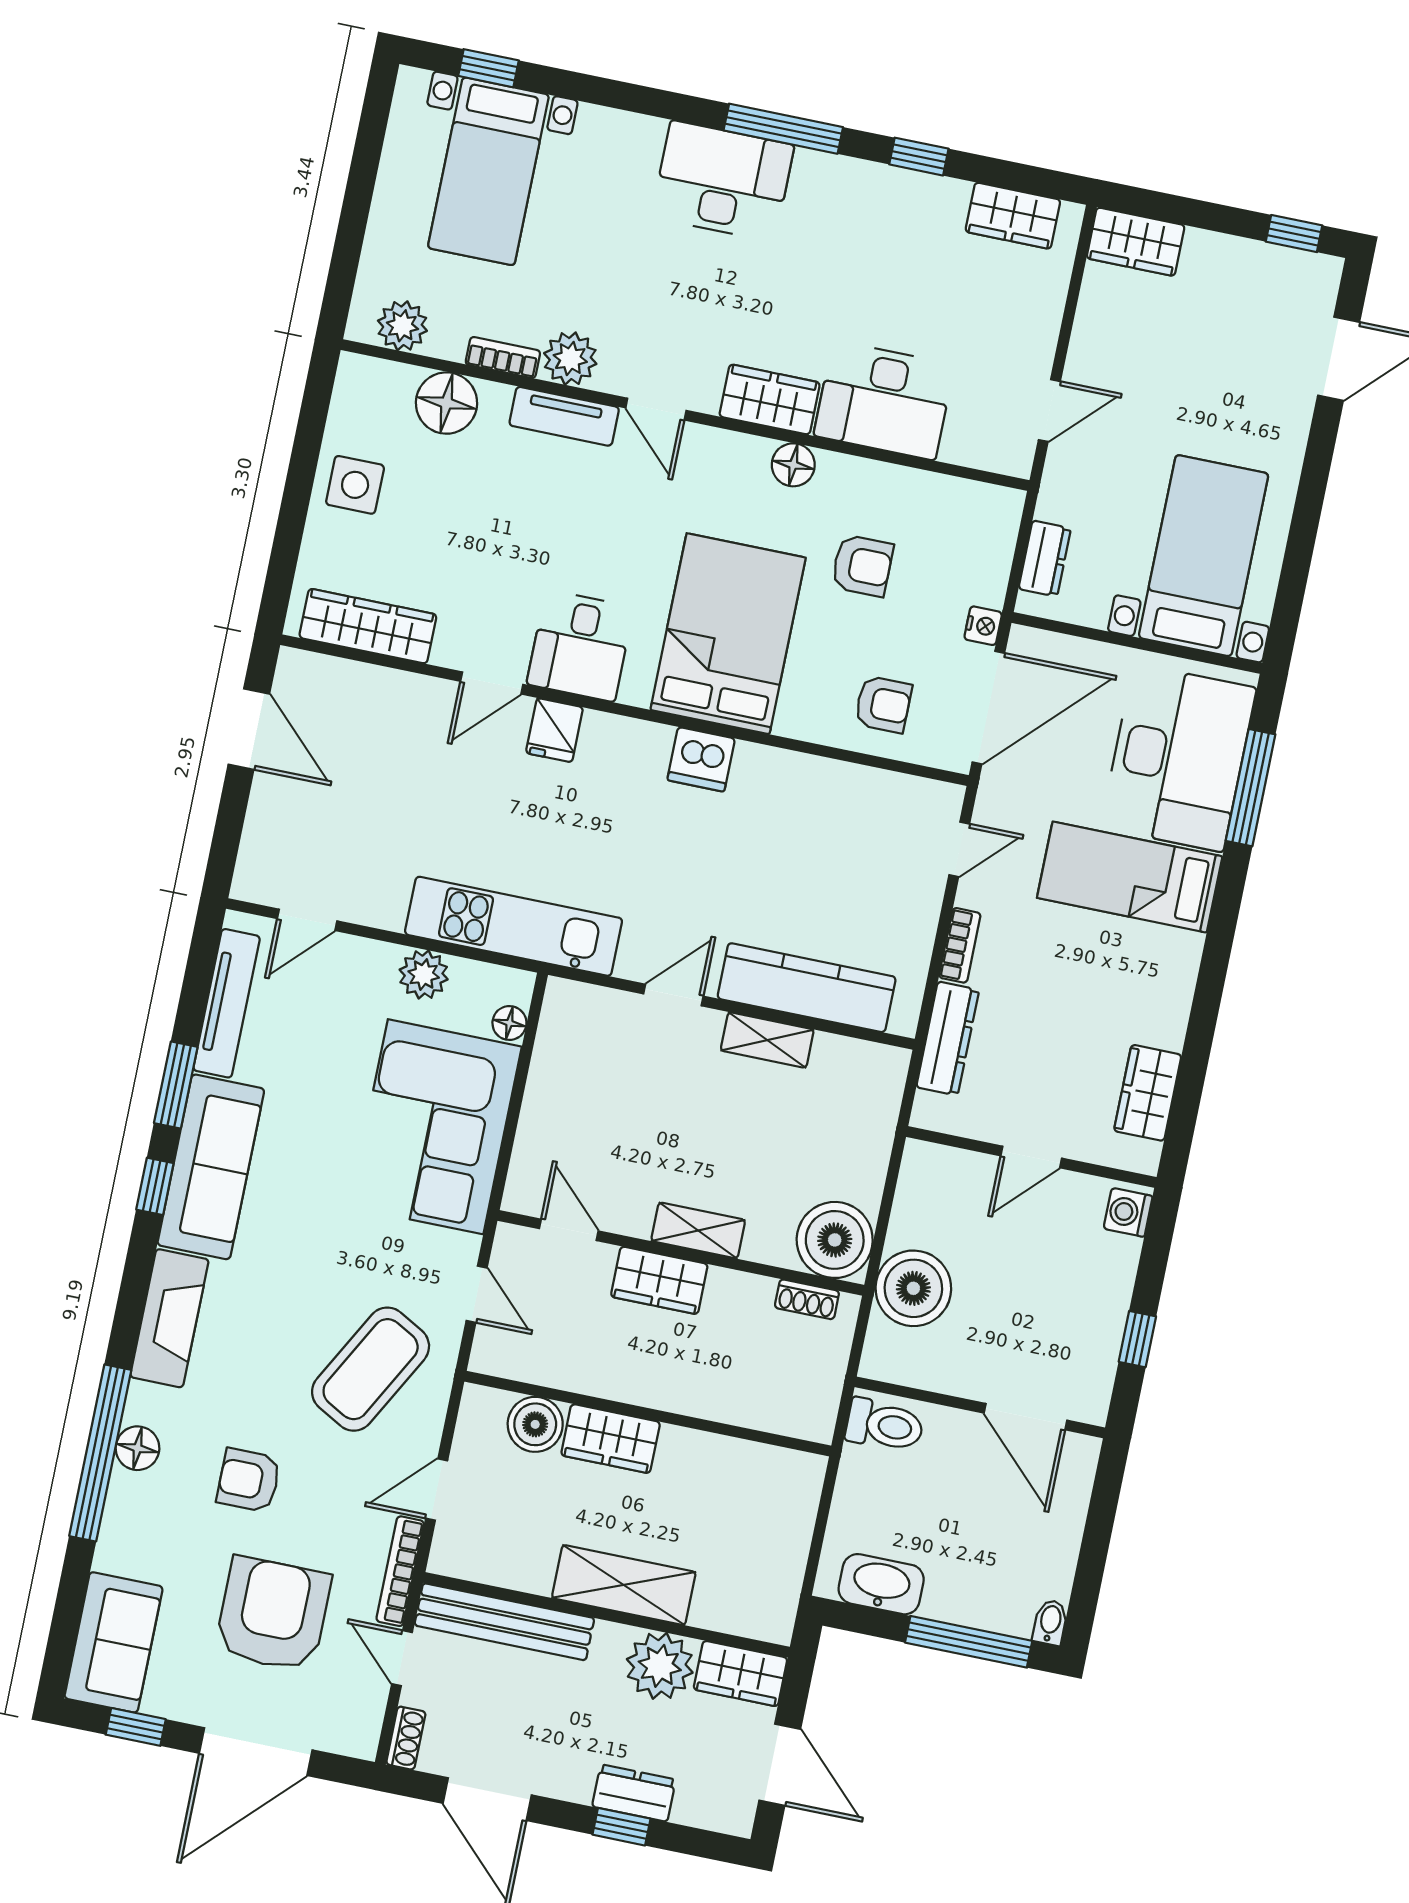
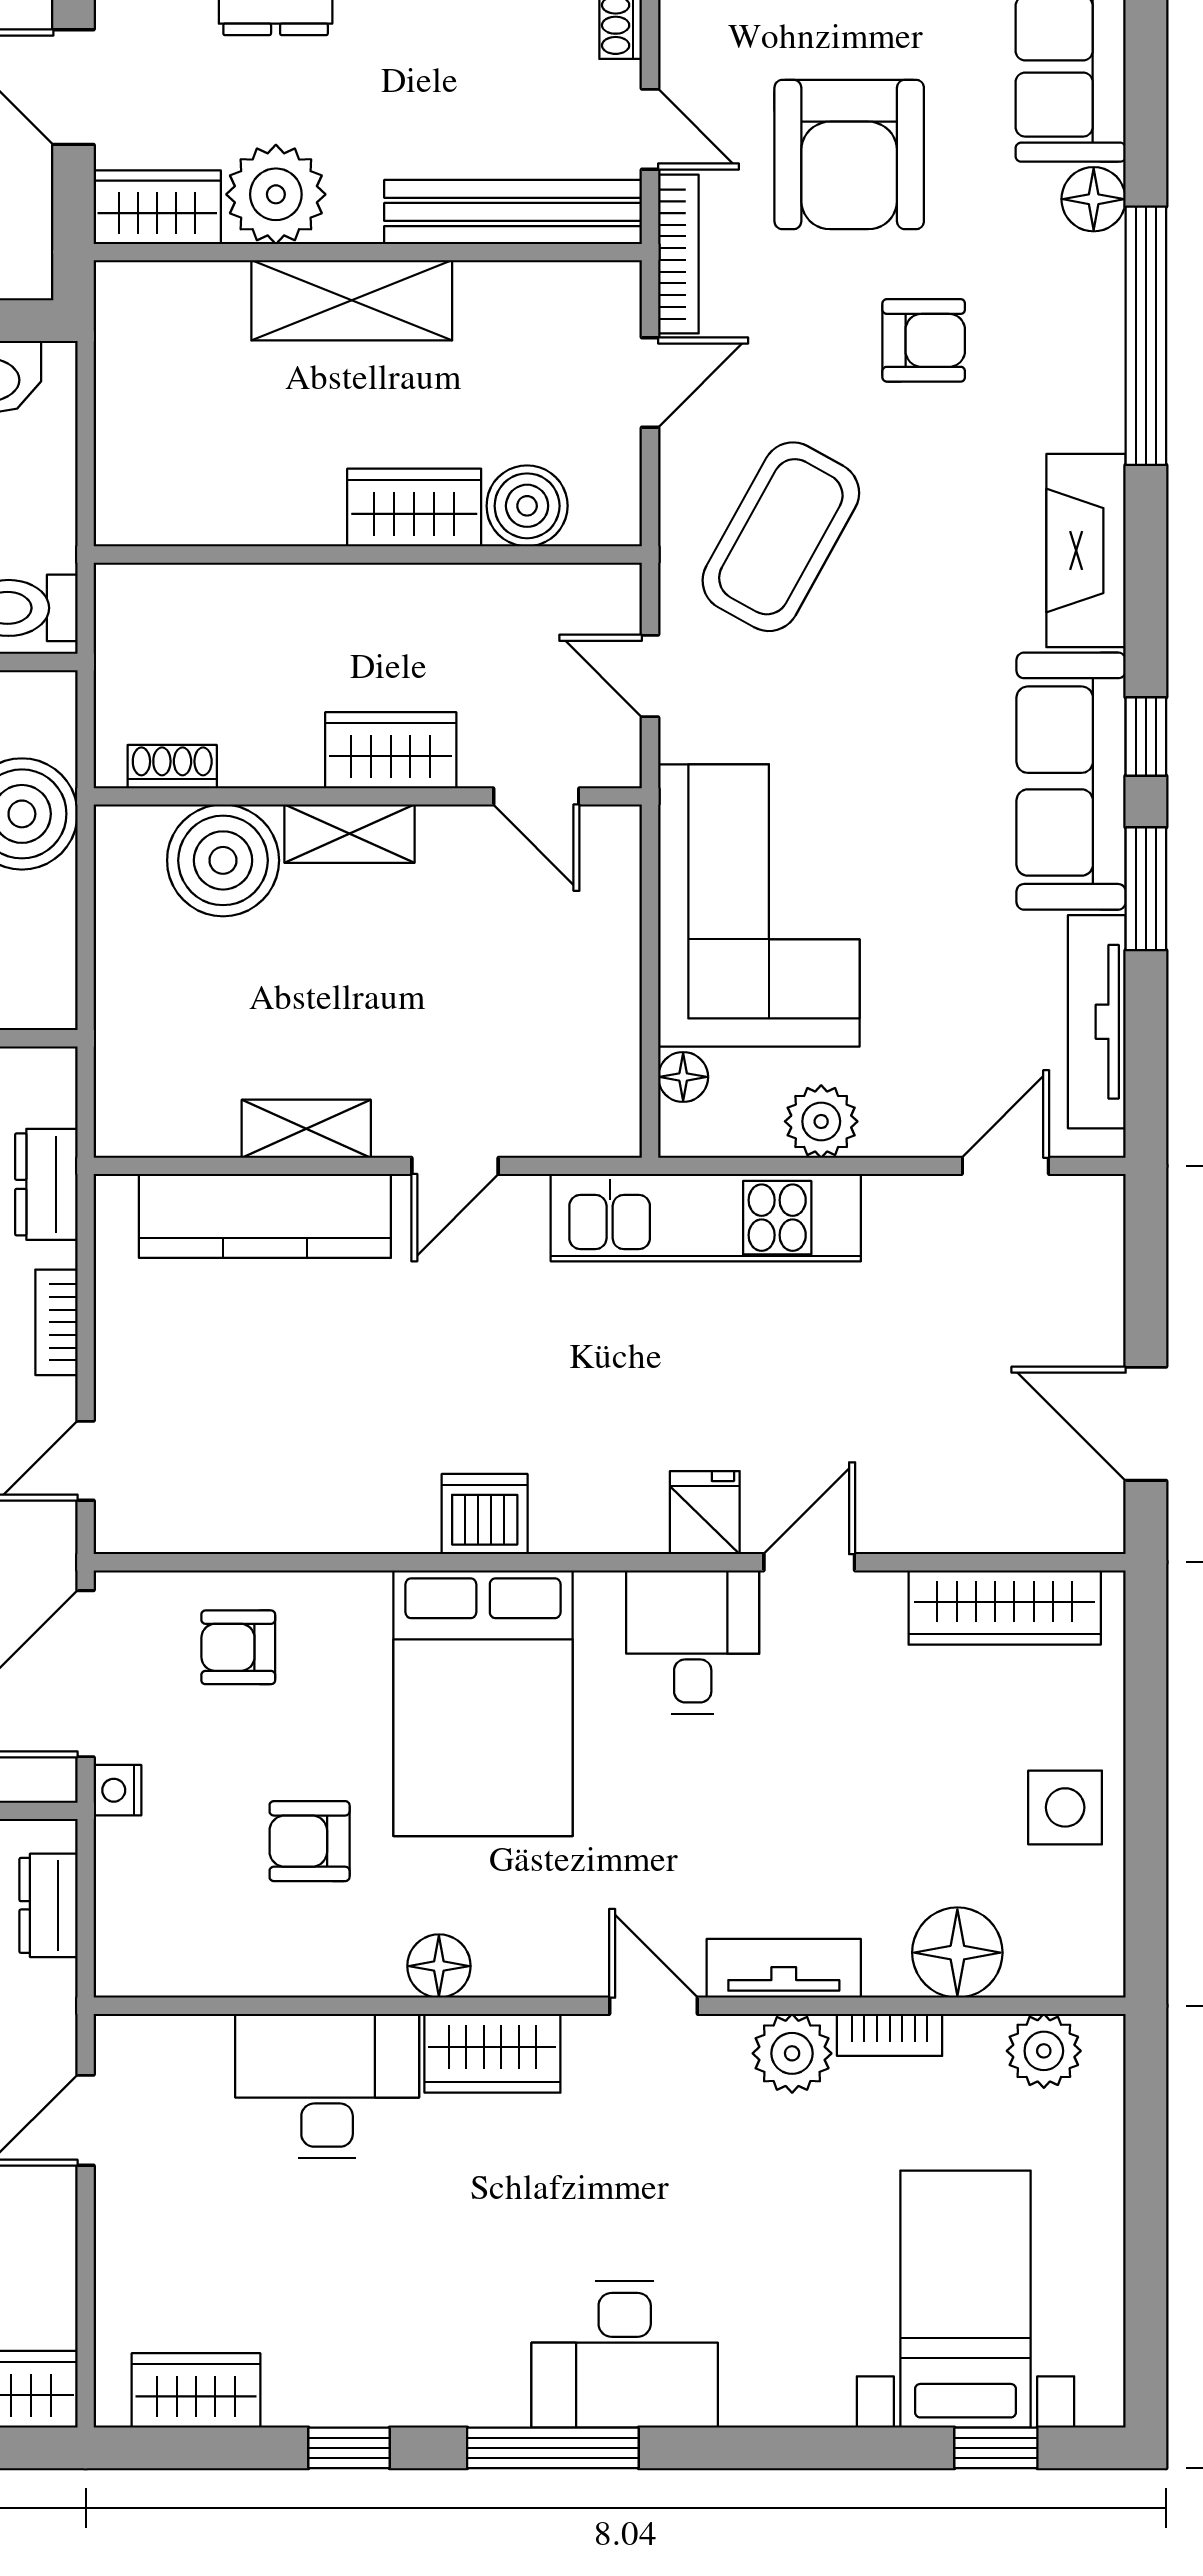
dresser: (948, 1039) -> (46, 1184), width x0.70
boiler: (835, 1240) -> (223, 860), moved
floor lamp: (137, 1448) -> (1094, 199), moved

